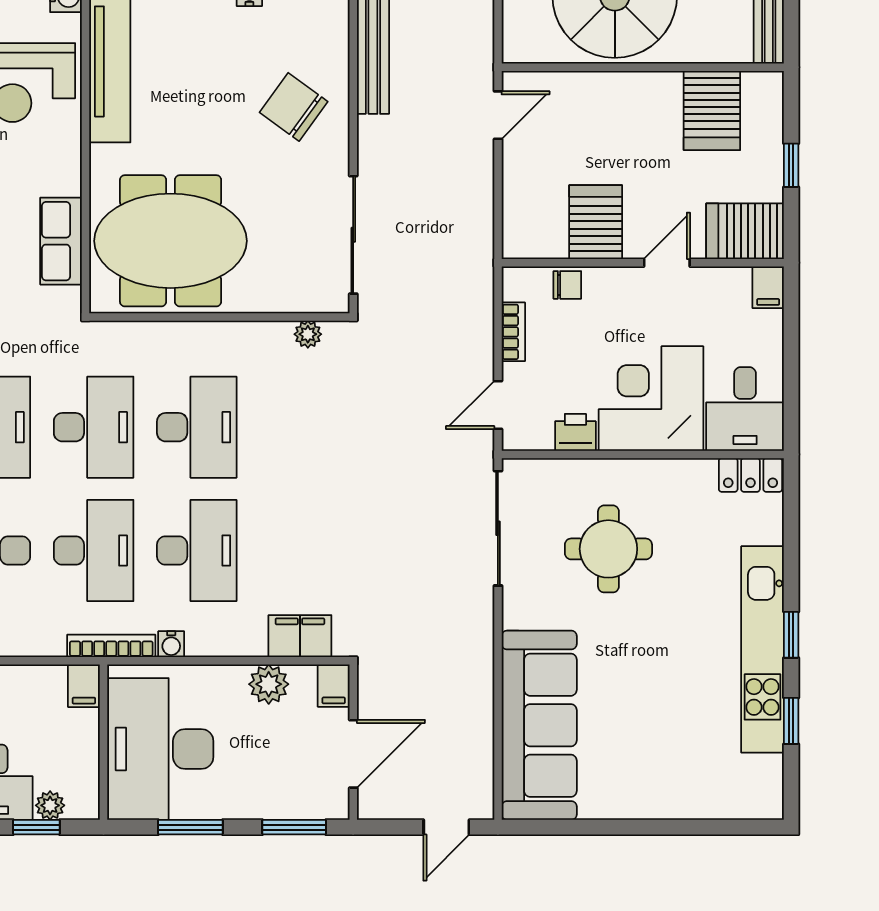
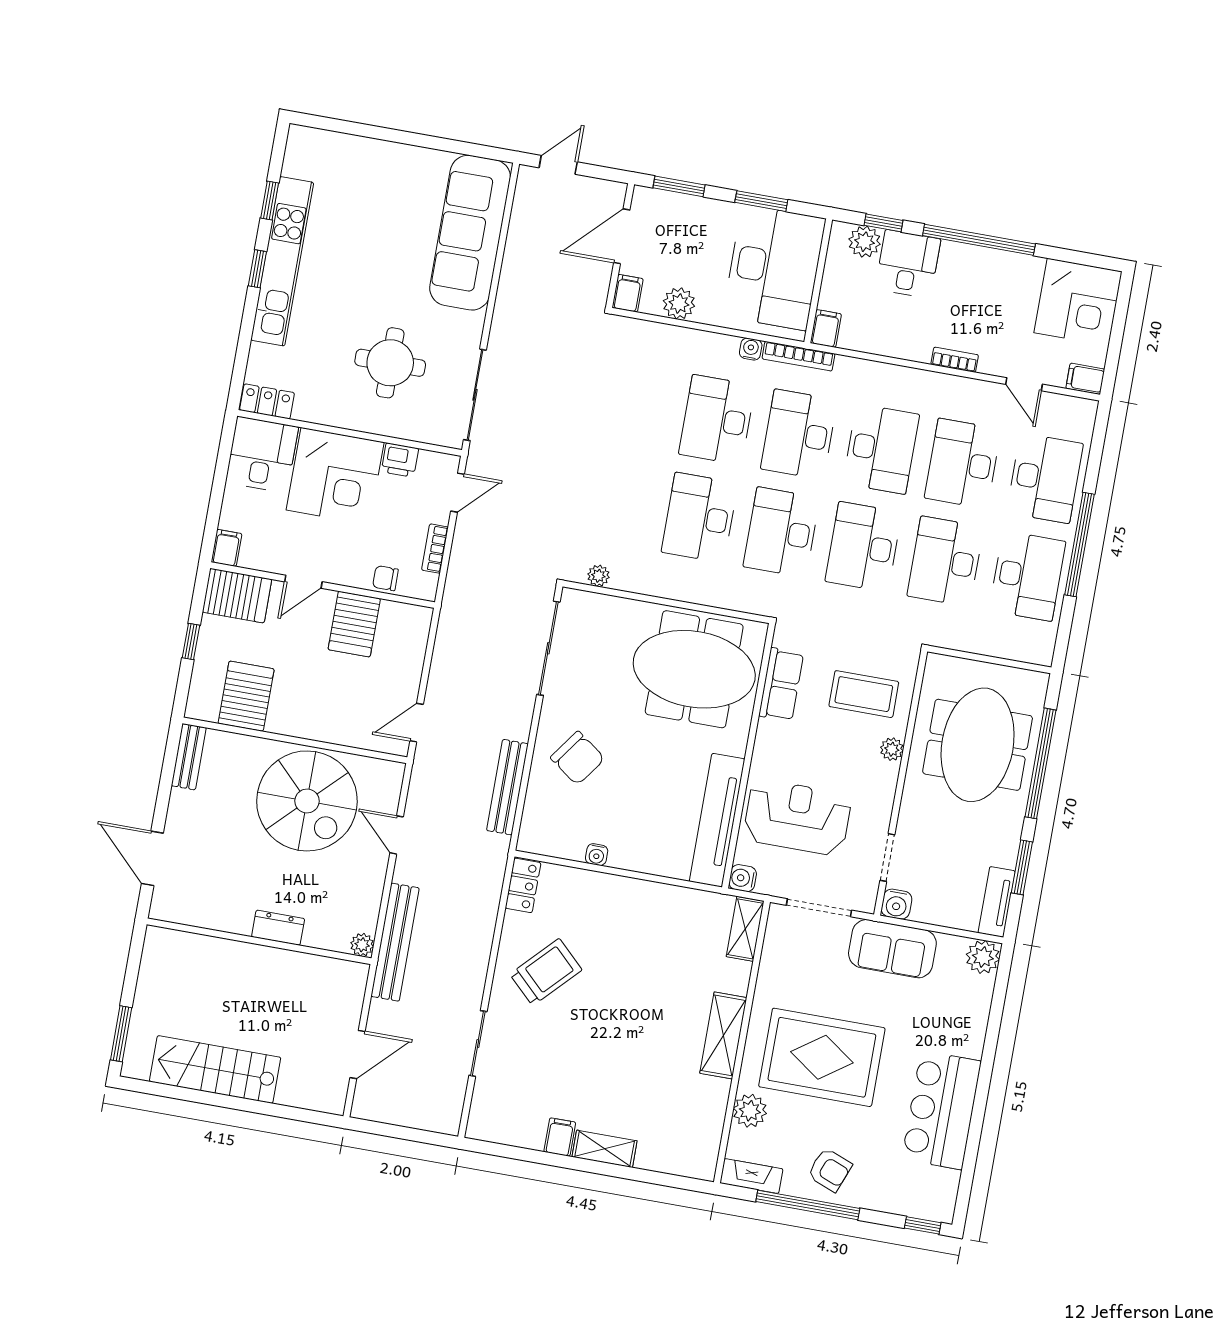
filing cabinet: (300, 636) -> (647, 337), removed
plant: (50, 805) -> (865, 242), width x1.38, depth x1.38

